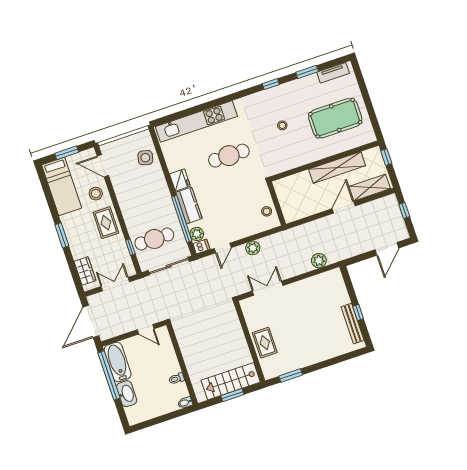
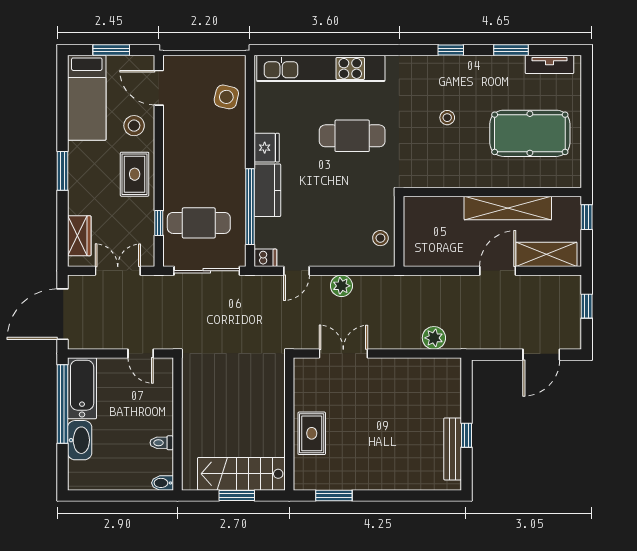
plant: (197, 234) -> (265, 237), removed

